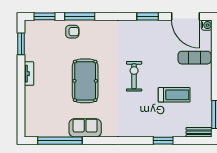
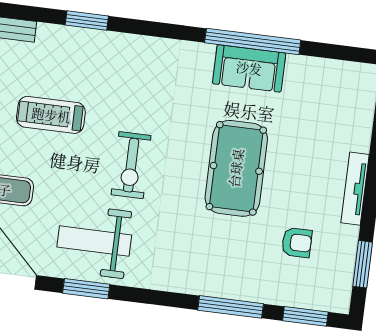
armchair: (72, 32) -> (297, 243), moved, turned 180
weight bench: (147, 39) -> (94, 241), added
tv unit: (29, 74) -> (355, 189), width x1.41
window: (60, 141) -> (253, 41), moved

